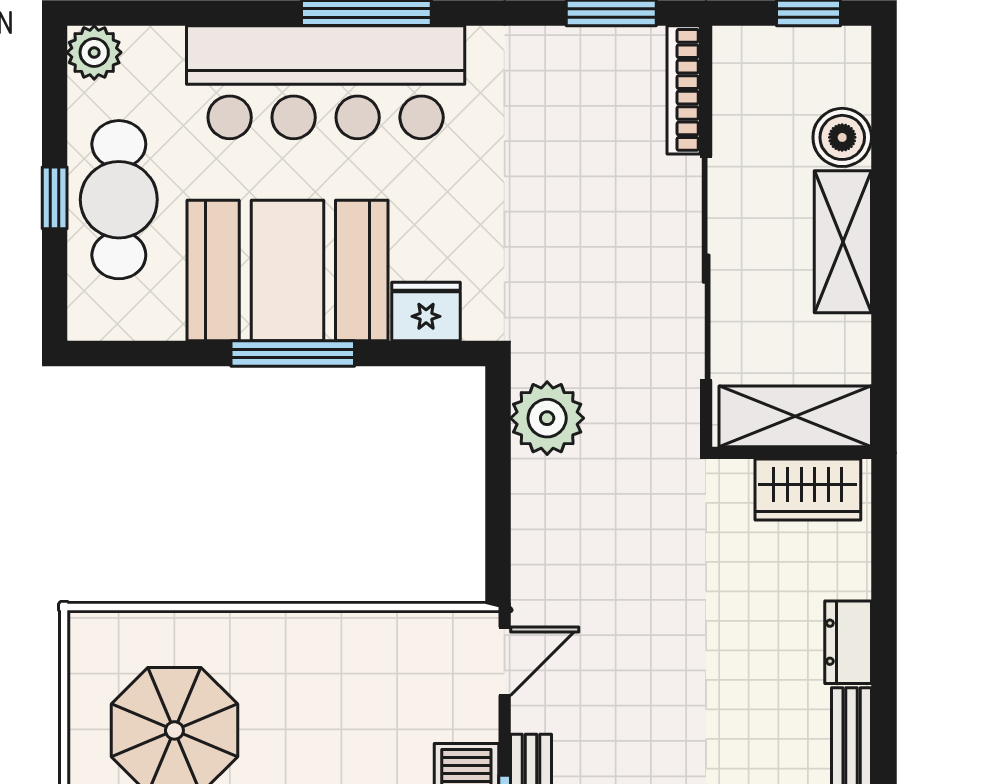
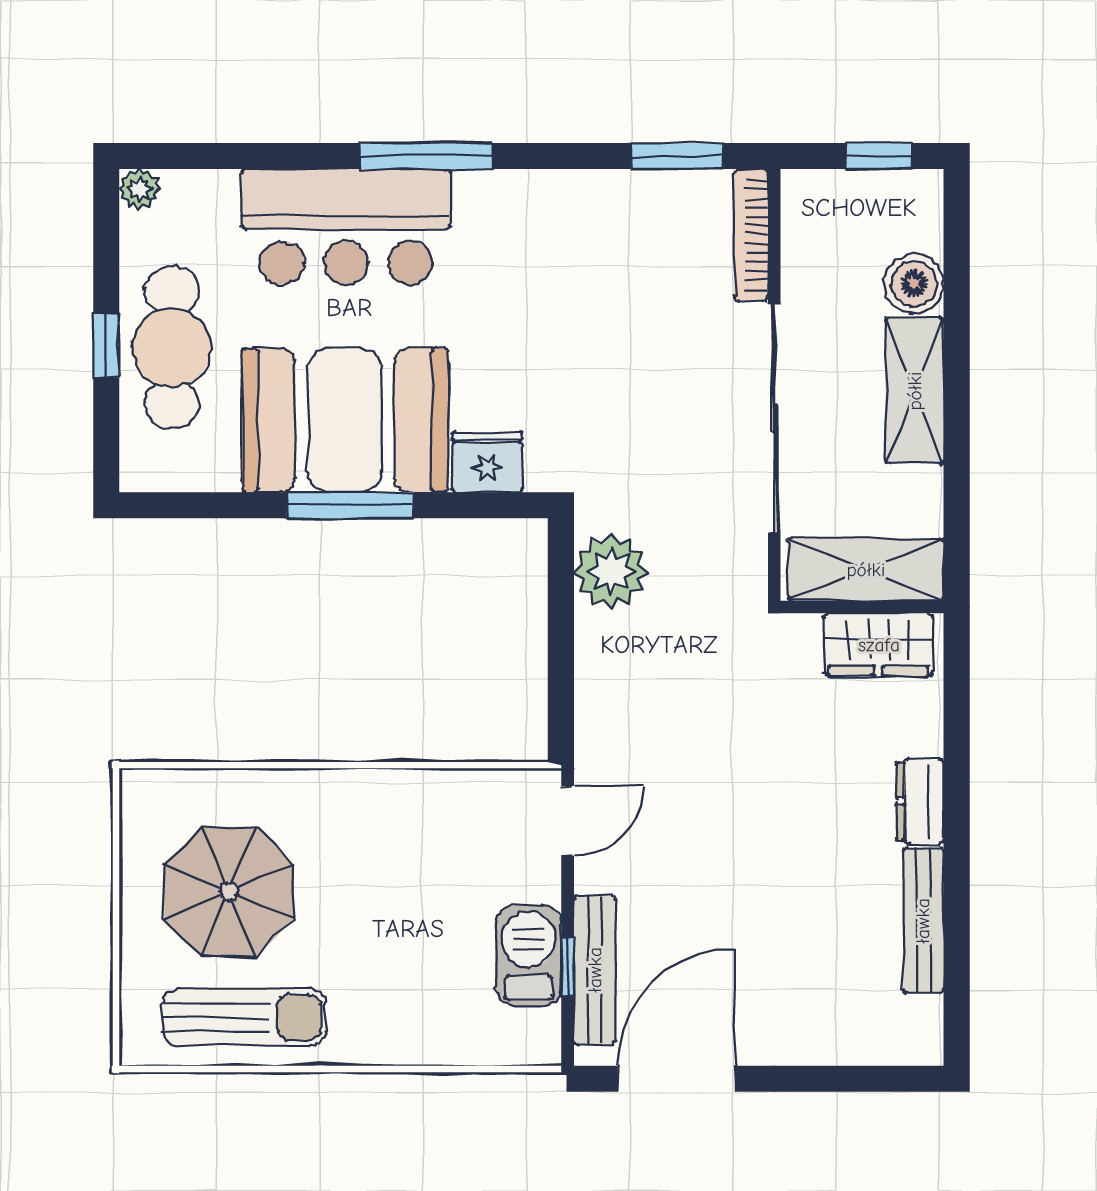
plant: (94, 52) -> (139, 189), width x0.73, depth x0.73
bar counter: (326, 82) -> (346, 227), width x0.73

